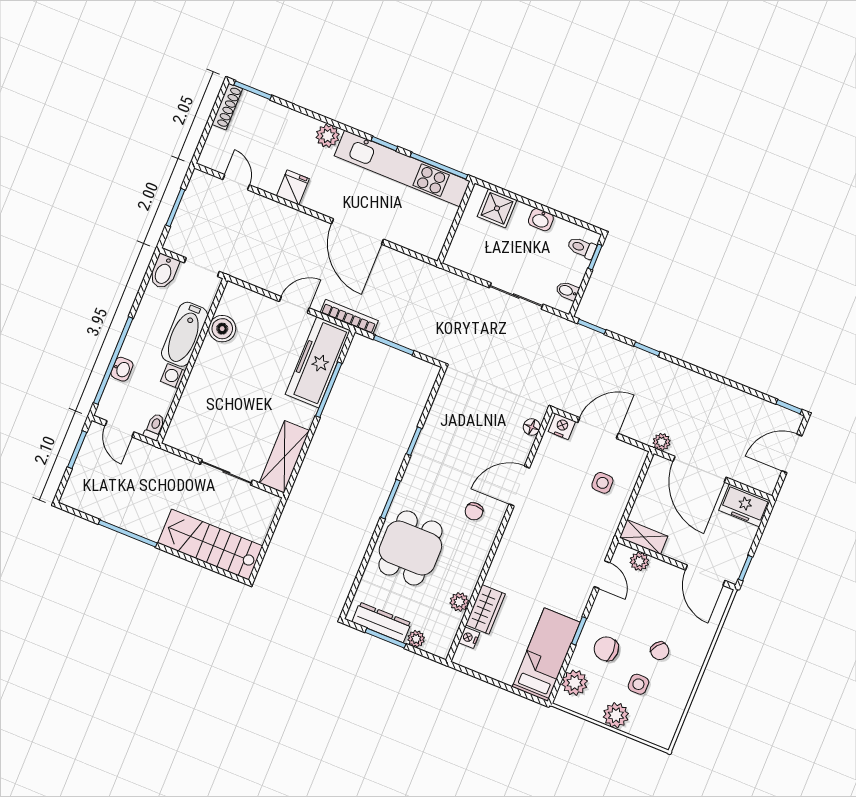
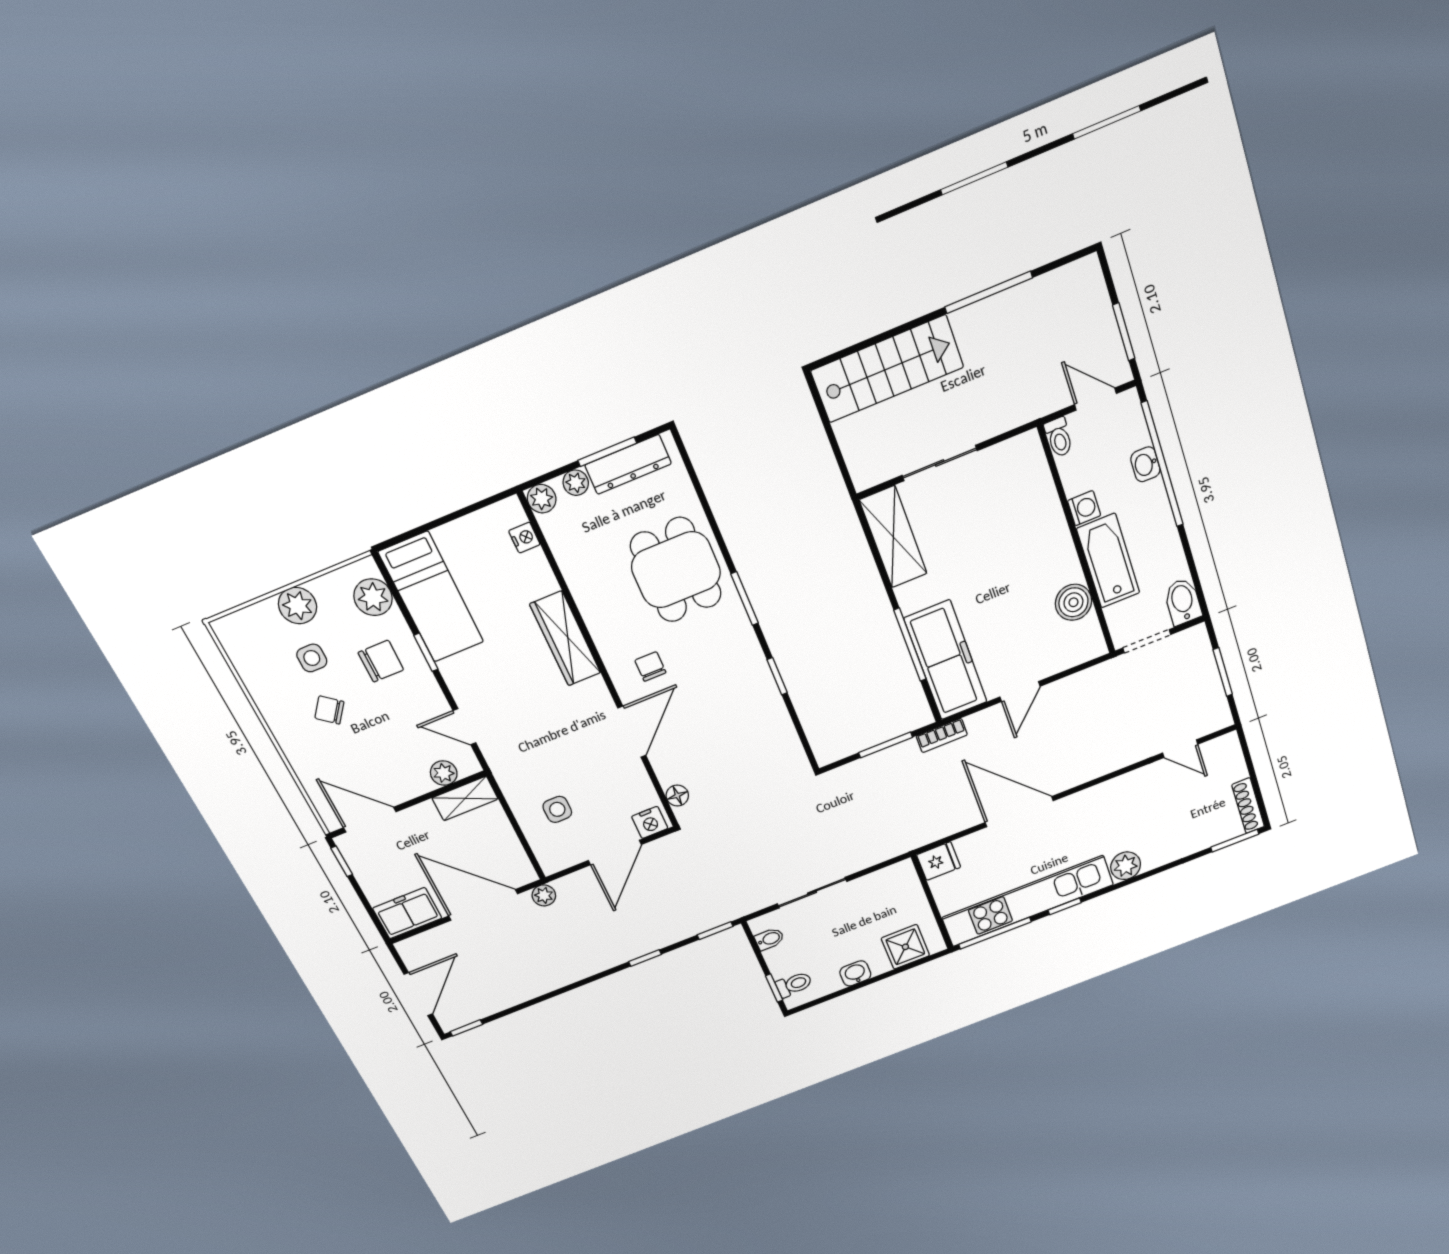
fridge: (293, 187) -> (939, 861), moved, turned -90
bookcase: (349, 317) -> (942, 735), width x0.64
plant: (459, 602) -> (542, 499), moved
wardrobe: (485, 609) -> (565, 639), moved, width x1.50

